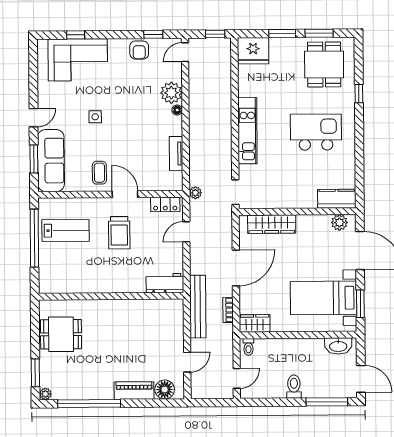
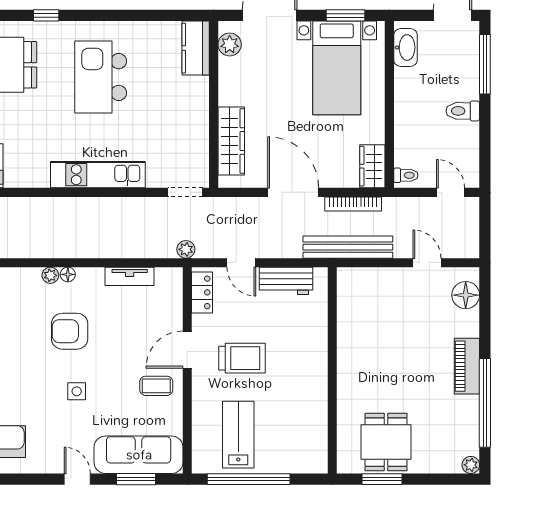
plant: (171, 93) -> (50, 275), width x0.53, depth x0.53
armchair: (137, 112) -> (70, 331), added
workbench: (165, 283) -> (286, 281), moved, turned -90
bookcase: (228, 310) -> (353, 204), width x1.56
window: (35, 373) -> (382, 479), moved
piano: (134, 391) -> (467, 366), moved

